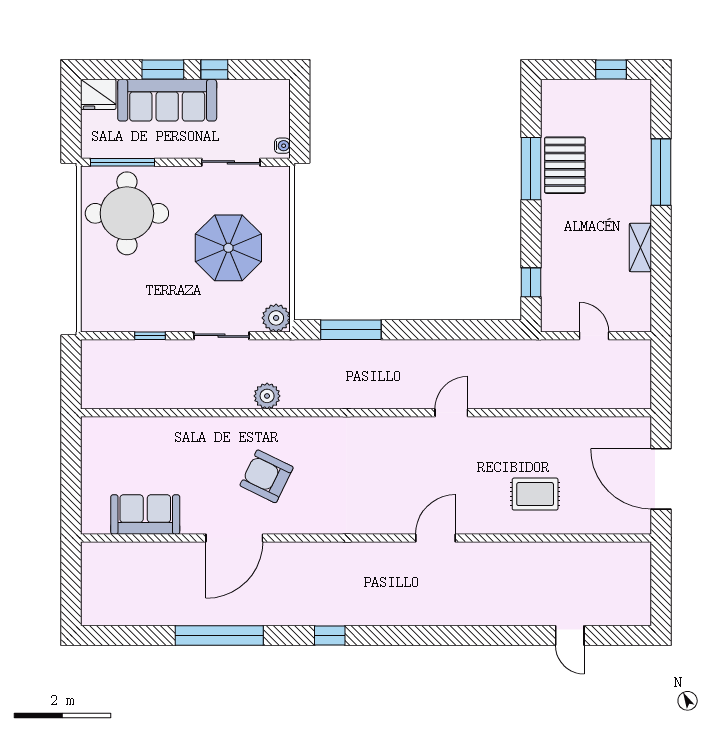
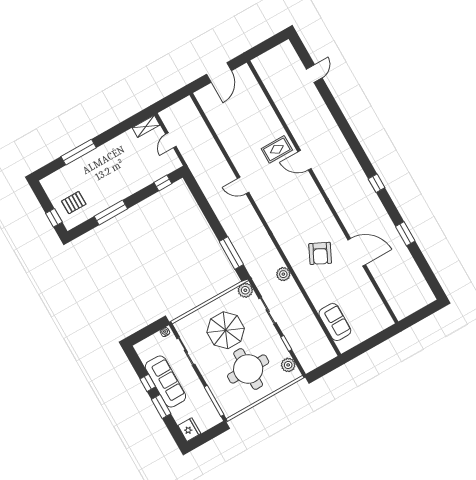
window: (611, 70) -> (54, 218), moved
sofa: (167, 100) -> (165, 382), moved
pallet: (565, 165) -> (74, 203), moved, width x0.67, depth x0.71
round table: (127, 213) -> (248, 369), moved
shelving: (640, 247) -> (146, 126), moved
plant: (112, 319) -> (288, 365), added
door: (661, 479) -> (219, 72), width x0.73
rug: (535, 494) -> (277, 149), moved, turned 90
sofa: (145, 514) -> (335, 322), moved, turned 180
window: (219, 635) -> (405, 234), width x0.47

